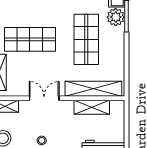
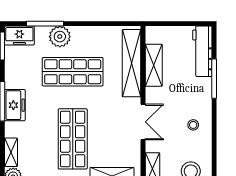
plant: (116, 17) -> (60, 37), moved
double door: (44, 98) -> (143, 122), swing flipped

